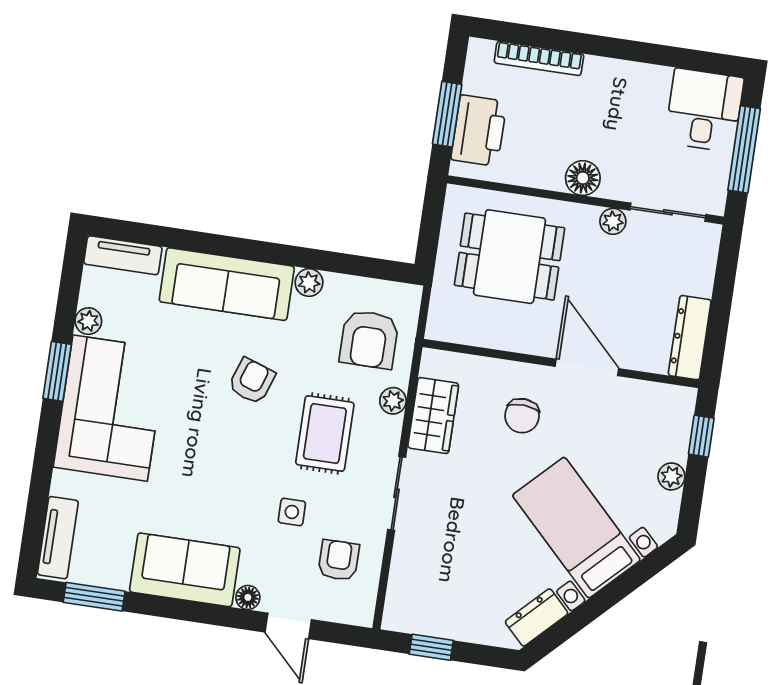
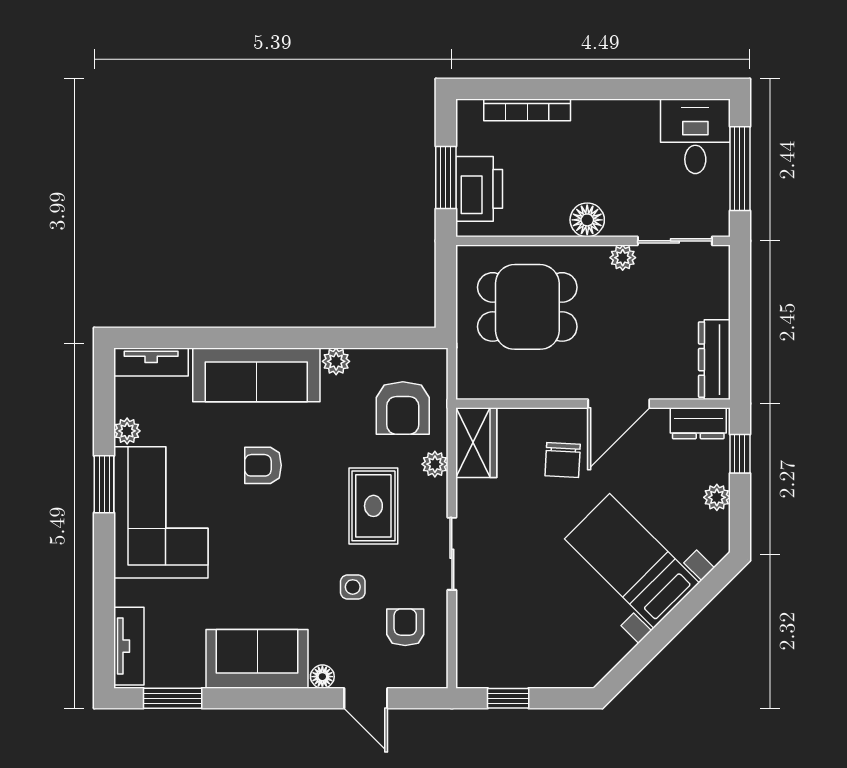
door: (587, 367) -> (619, 404), swing flipped
armchair: (252, 381) -> (263, 465), moved, turned -109
wardrobe: (433, 416) -> (476, 443), moved
dresser: (537, 617) -> (698, 423), moved, turned -135

